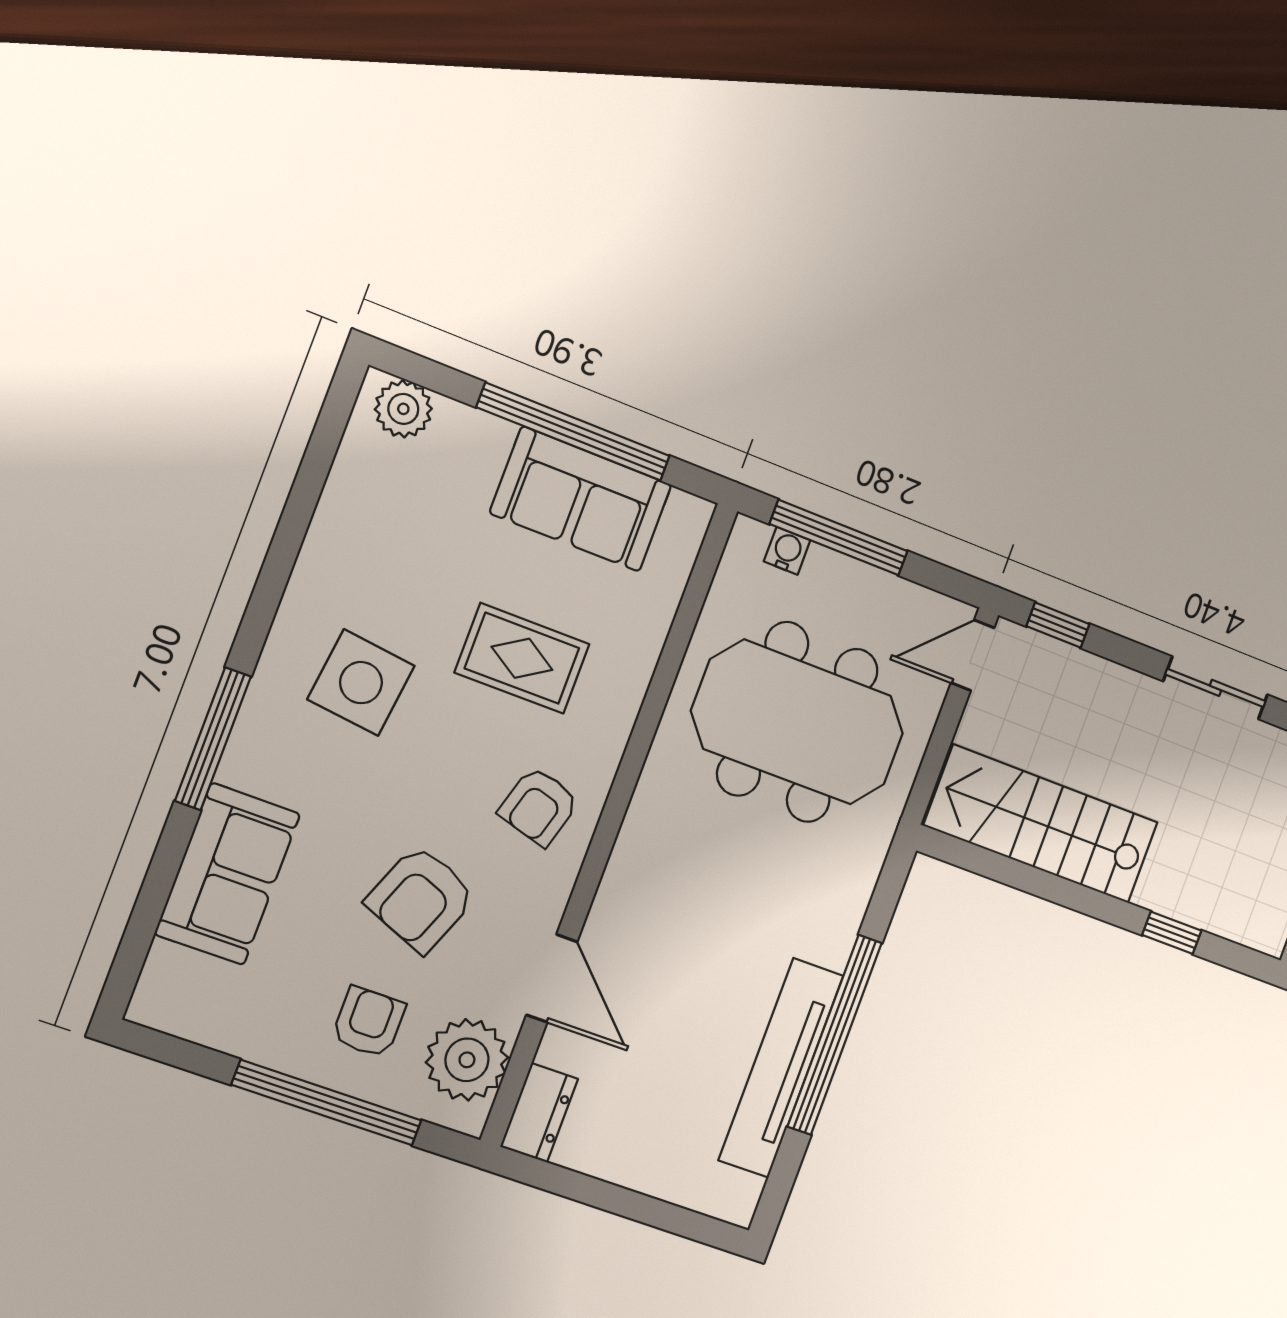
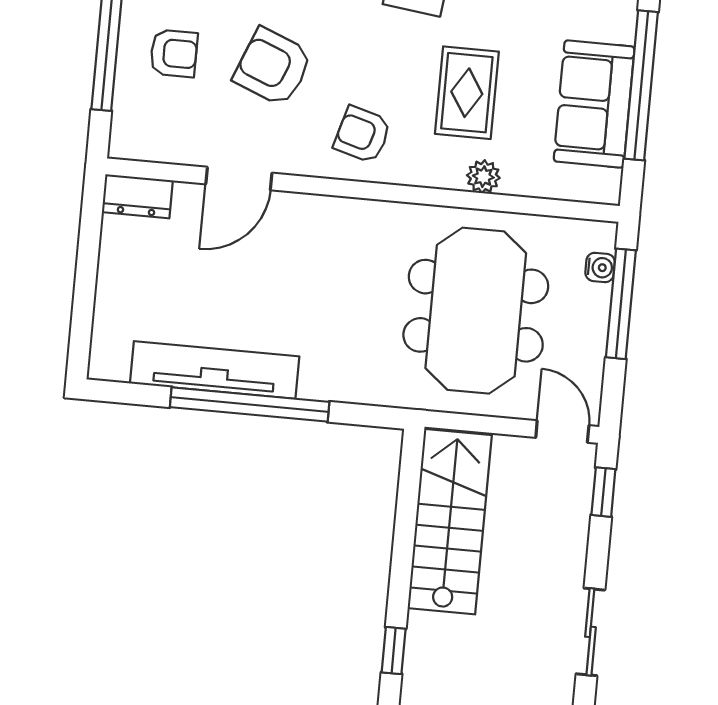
plant: (467, 1060) -> (483, 177), moved, width x0.53, depth x0.53

